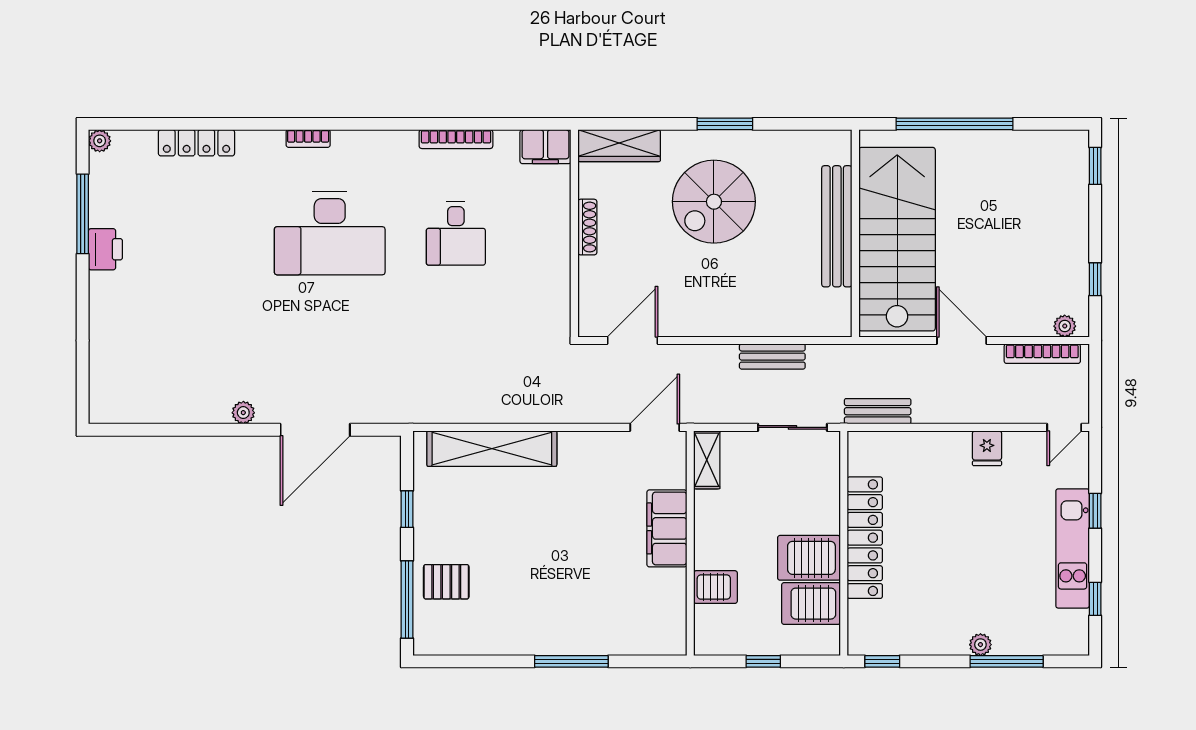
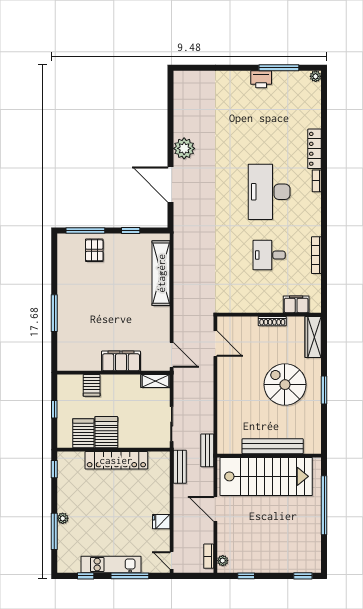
locker: (196, 143) -> (315, 149), moved
filing cabinet: (545, 147) -> (296, 304), moved, turned 90
door: (962, 341) -> (215, 509), swing flipped
bookcase: (1042, 354) -> (209, 556), width x0.64
bench: (772, 357) -> (207, 450), moved
plant: (243, 413) -> (184, 148), width x1.88, depth x1.88
window: (1095, 511) -> (130, 576), width x2.17

